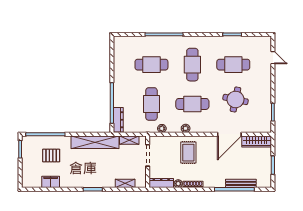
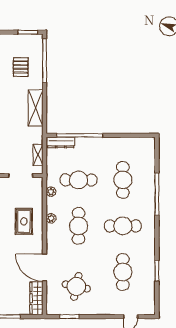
round table: (235, 99) -> (76, 286), moved
shelving: (95, 142) -> (35, 108), width x0.68
rug: (188, 153) -> (24, 221), turned 90

